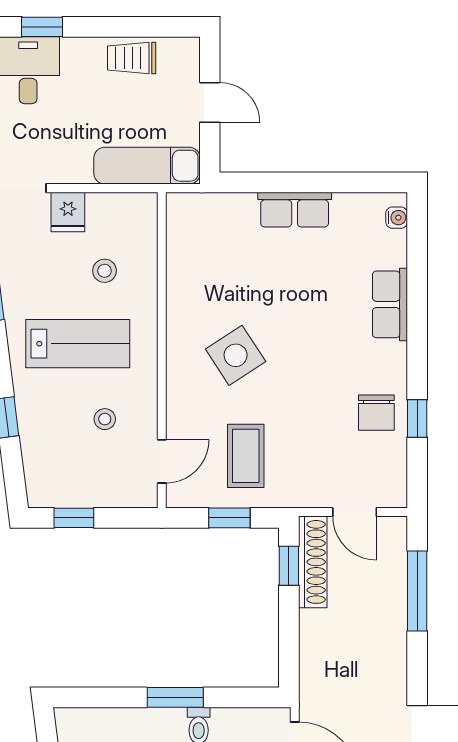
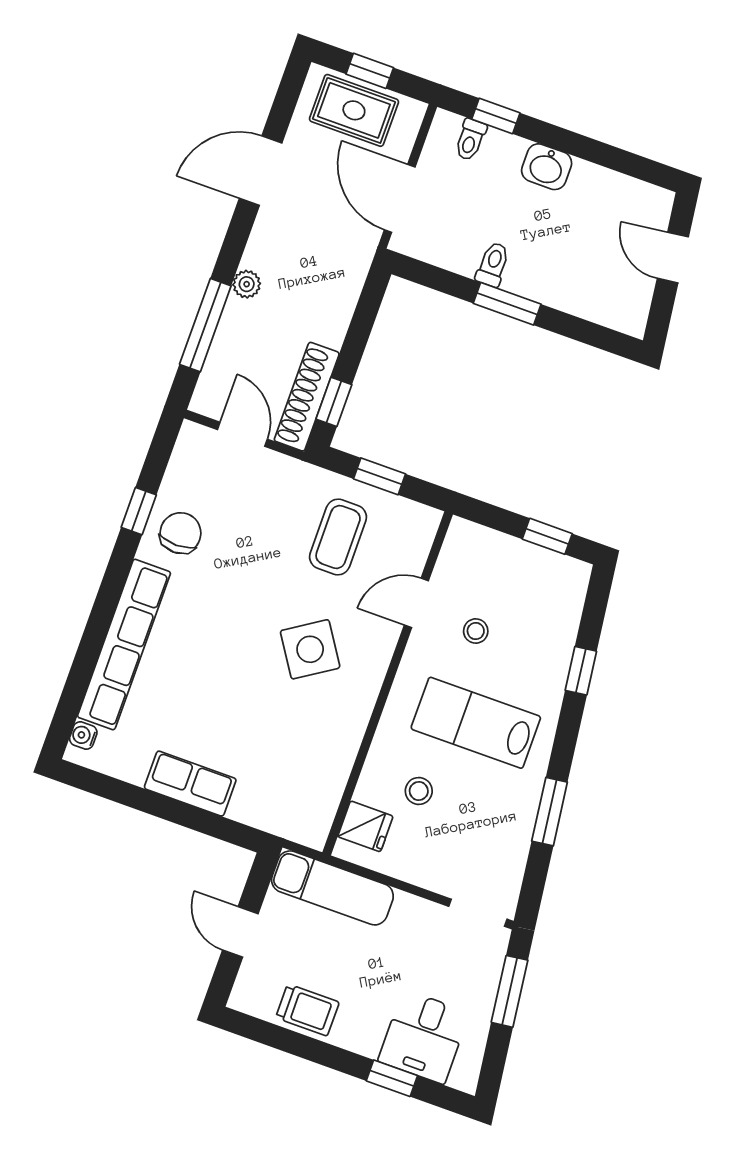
fridge: (68, 212) -> (365, 826), moved, turned 90
row of seats: (390, 304) -> (124, 645), width x2.02
door: (162, 461) -> (416, 603), moved
plant: (395, 637) -> (247, 284), added

